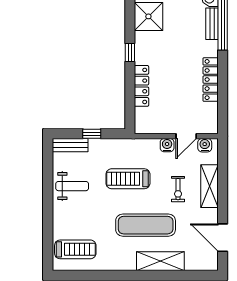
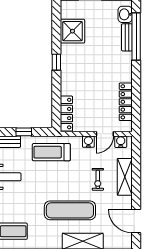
locker: (211, 80) -> (126, 102), moved
locker: (141, 86) -> (66, 114), moved
treadmill: (128, 179) -> (51, 152), moved

